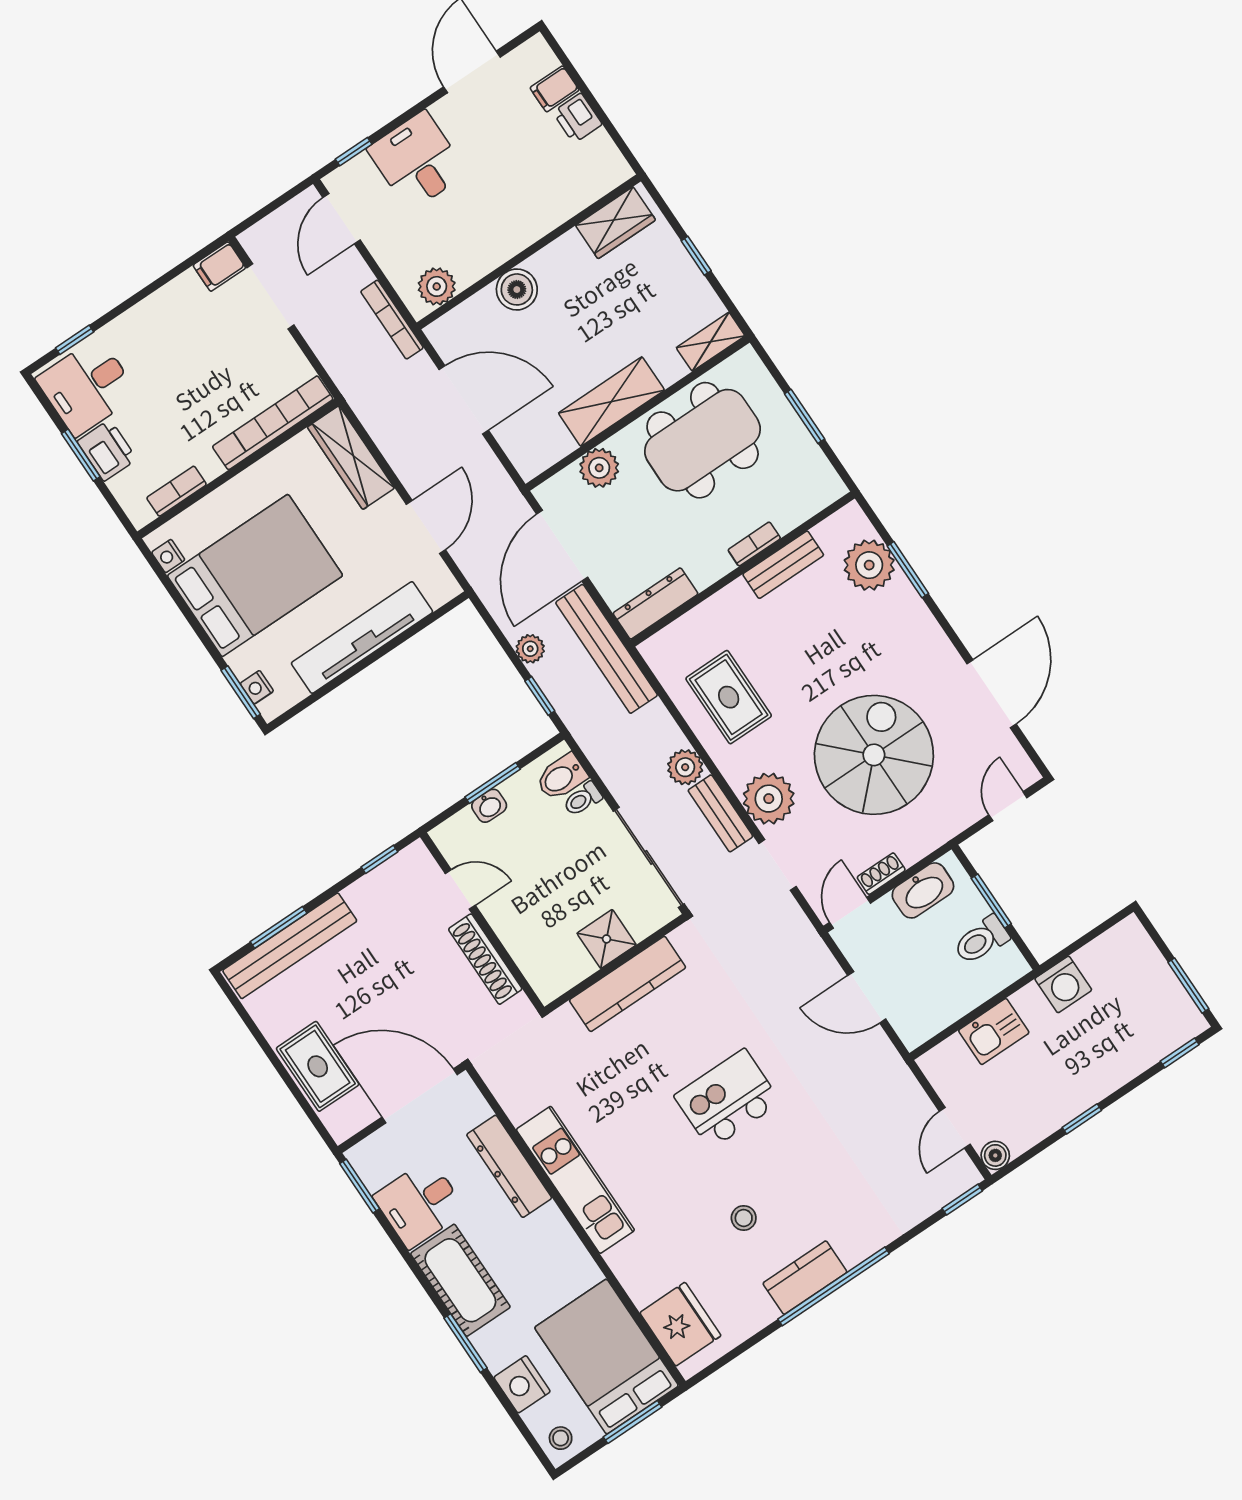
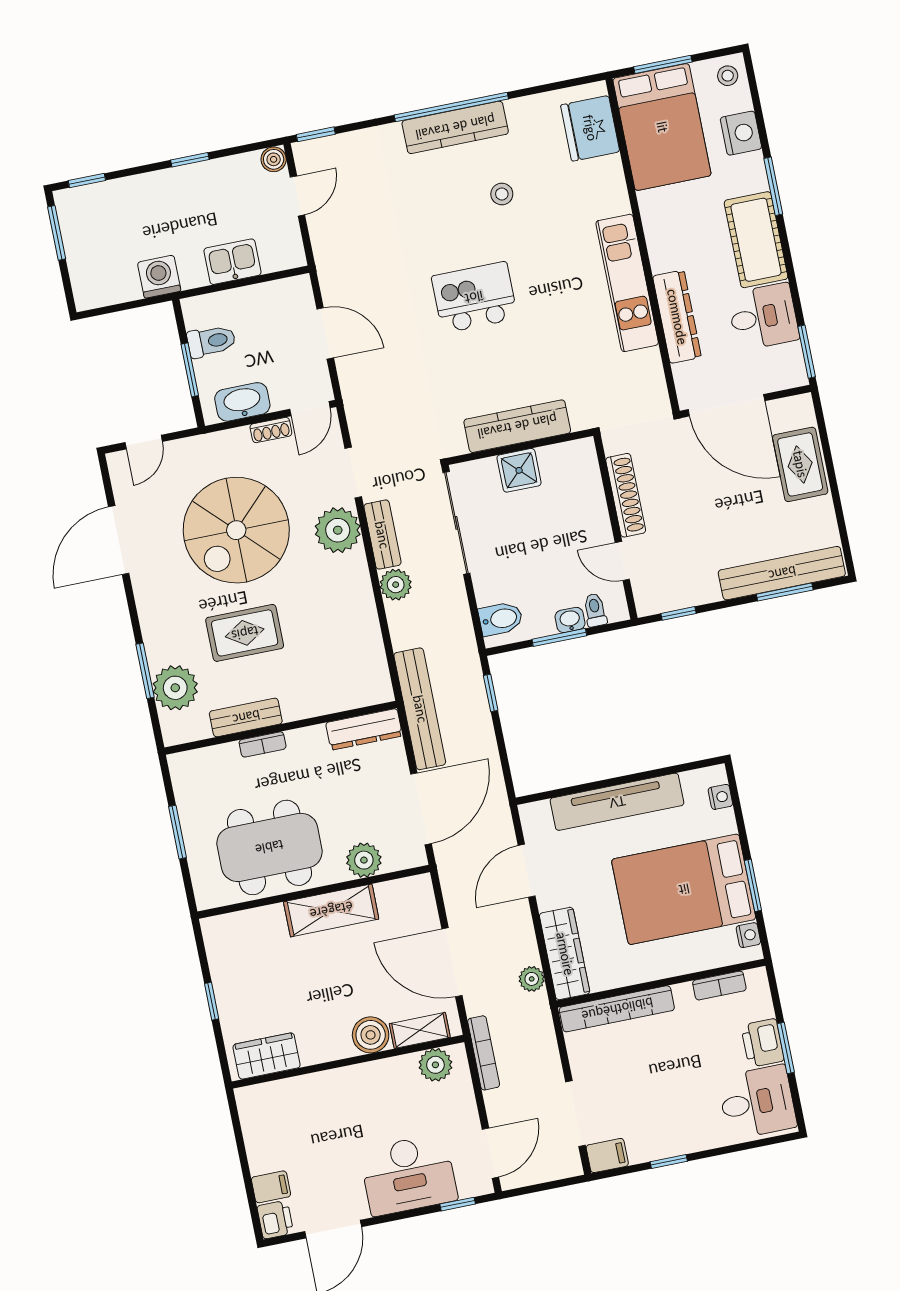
printer: (577, 118) -> (275, 1220), moved
desk: (417, 161) -> (408, 1175), width x1.37
window: (75, 340) -> (669, 1161), moved
shelving: (711, 342) -> (420, 1030), moved
plant: (530, 649) -> (532, 979), moved
window: (241, 692) -> (753, 885), moved
rug: (729, 697) -> (245, 633), moved, turned 90
toilet: (583, 799) -> (595, 610), moved, turned -90
kitchen island: (727, 1099) -> (474, 297), turned 180
kitchen counter: (805, 1278) -> (455, 127), width x1.50

